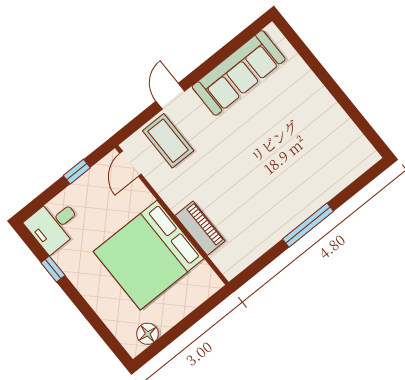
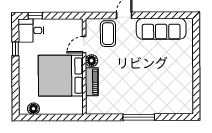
door: (130, 164) -> (84, 45), moved
window: (77, 172) -> (35, 16), moved
floor lamp: (175, 198) -> (92, 61), added

